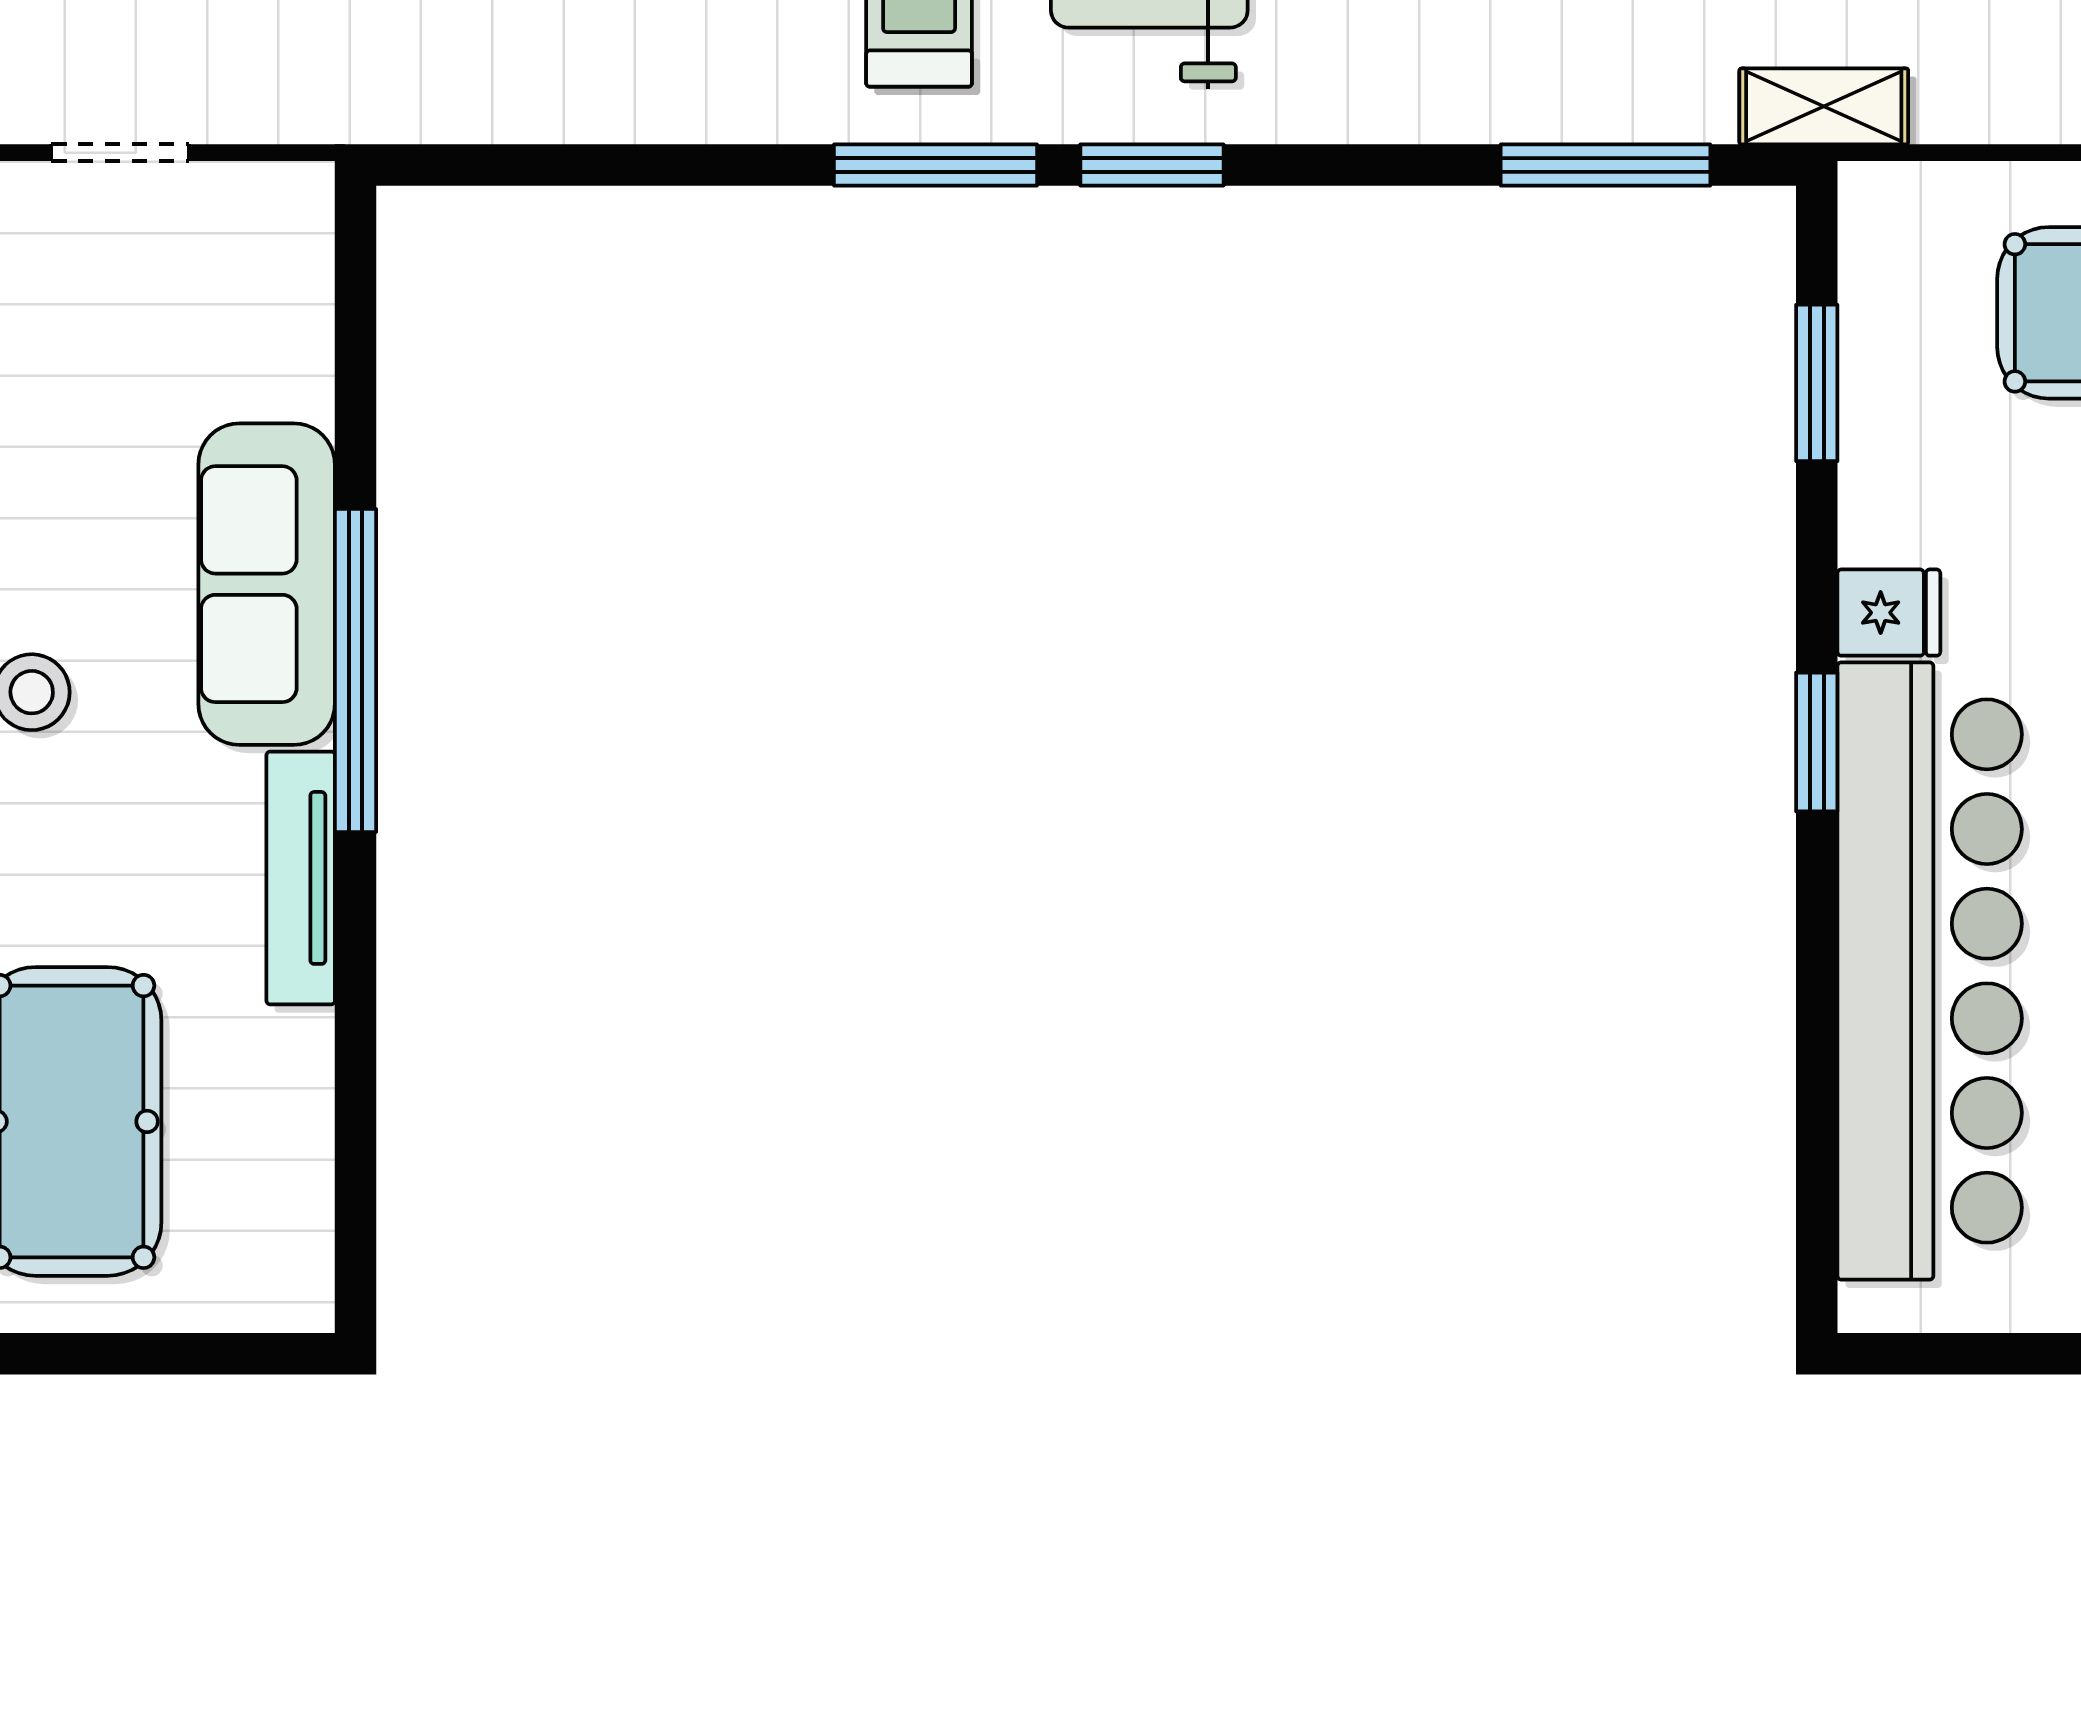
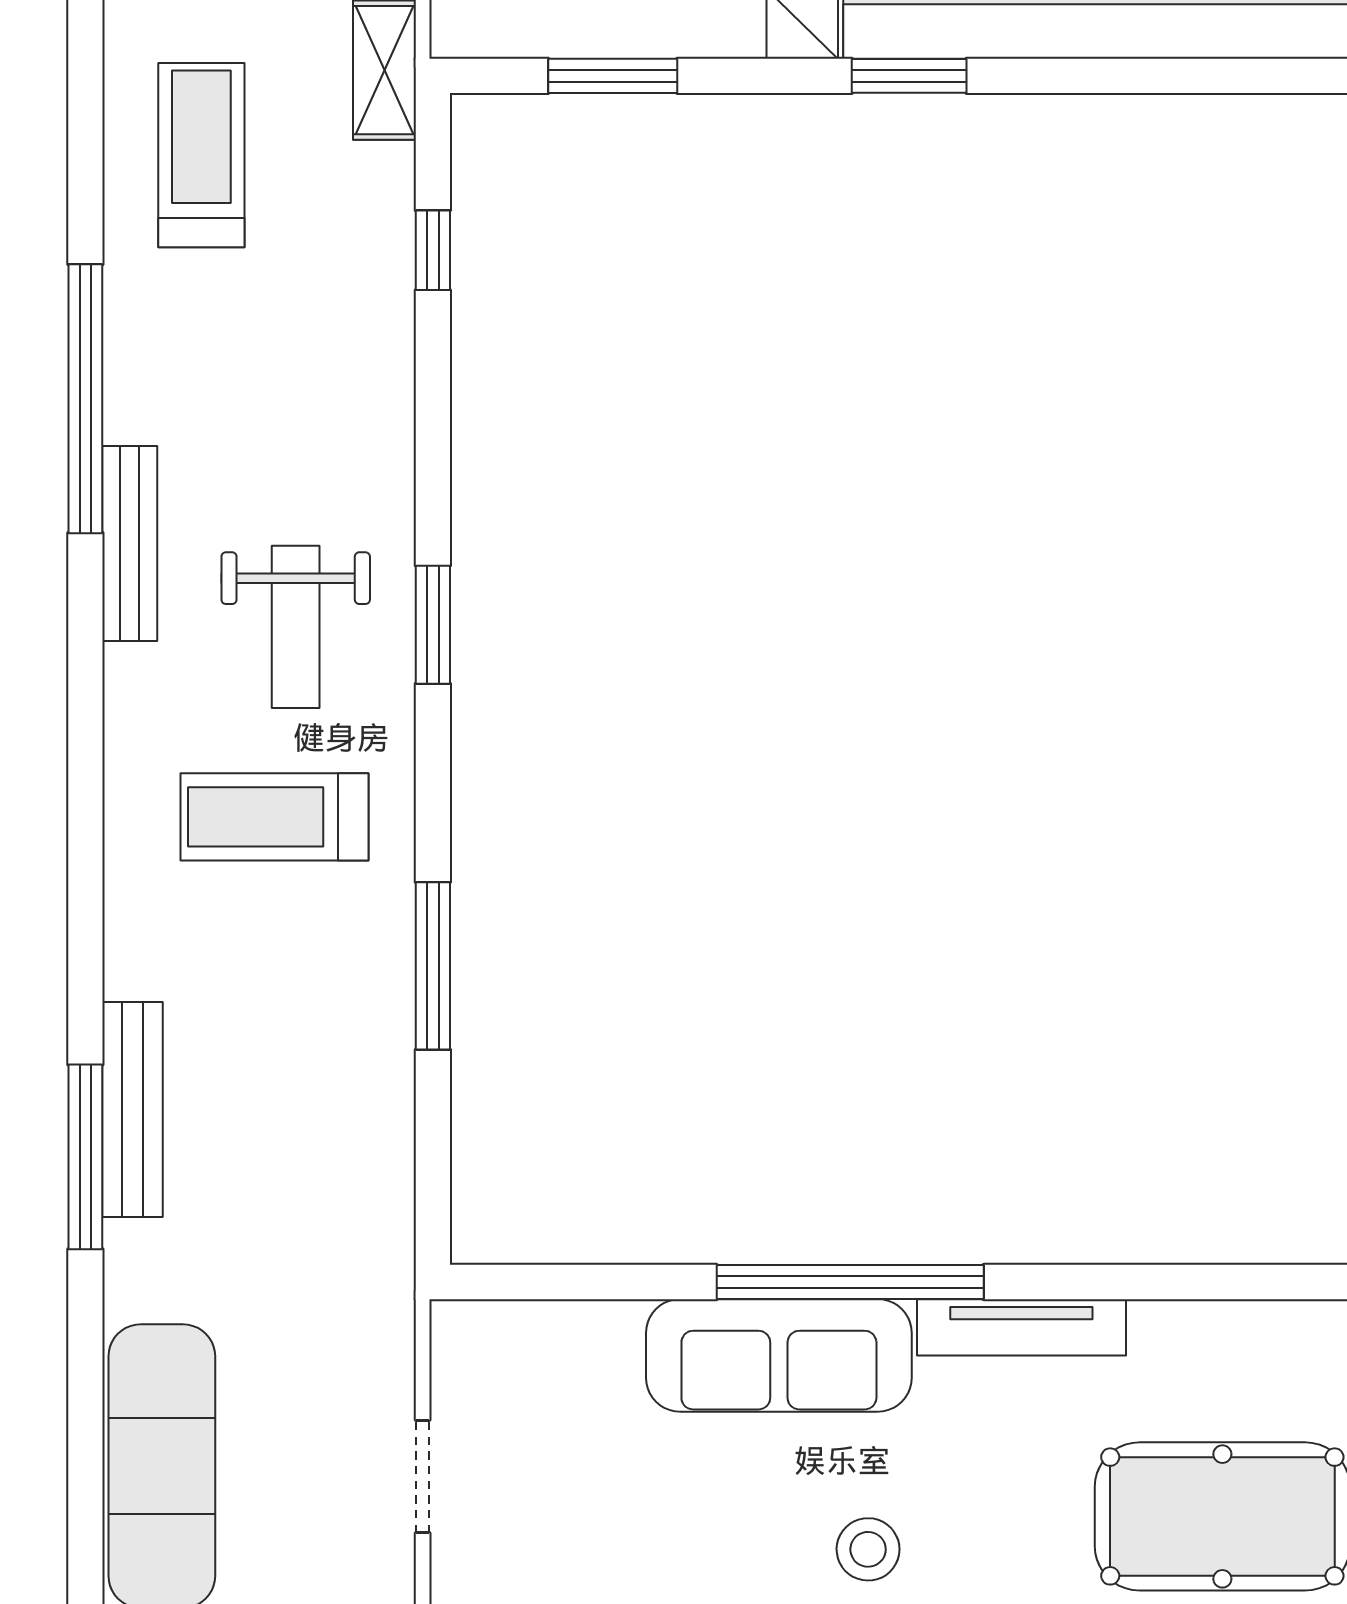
window: (935, 165) -> (433, 966), moved
window: (1605, 165) -> (433, 250), width x0.46

